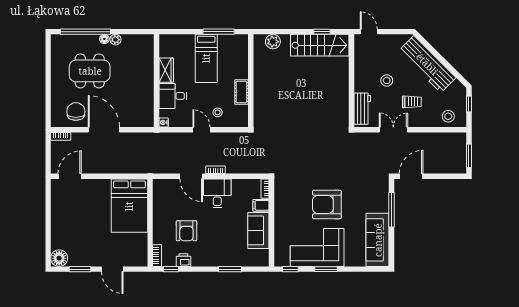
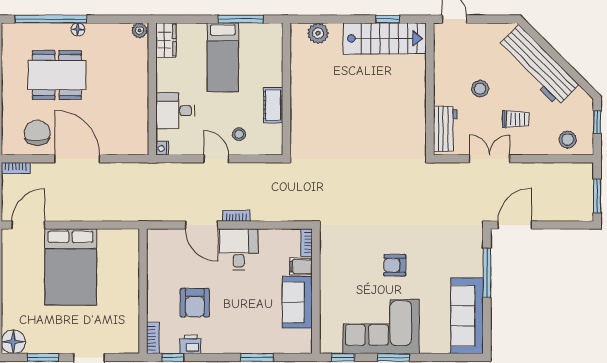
plant: (116, 40) -> (140, 30), moved
wardrobe: (166, 70) -> (166, 40), moved
armchair: (327, 204) -> (395, 265), width x0.53, depth x0.53
bed: (129, 206) -> (71, 267), moved

